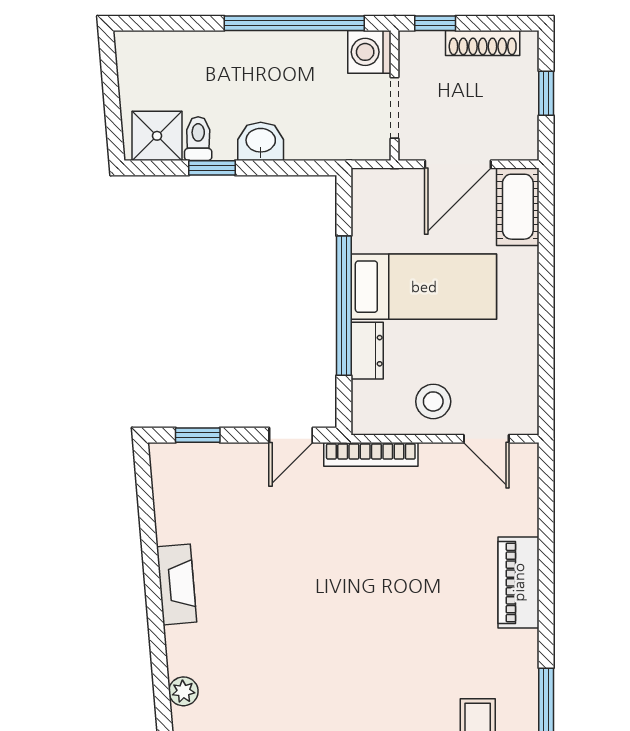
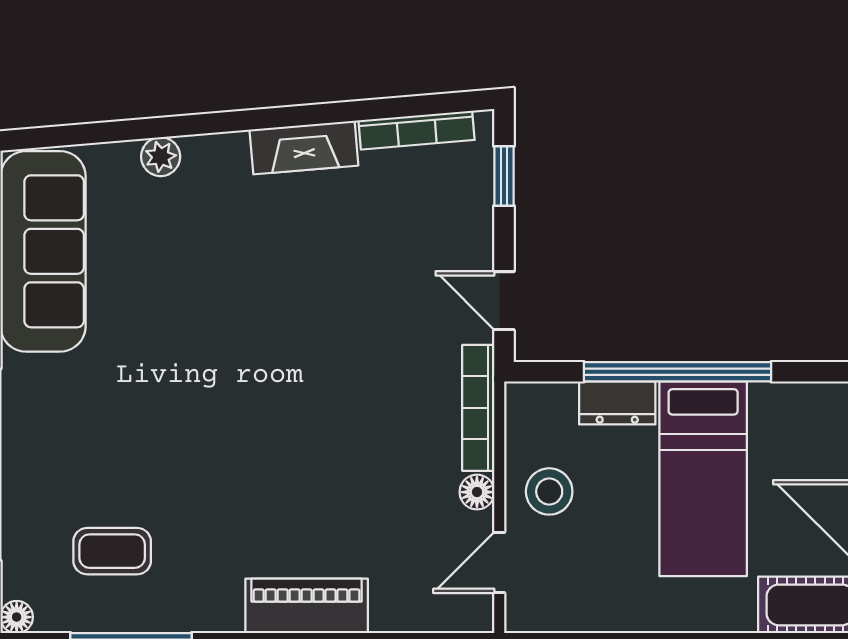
floor lamp: (434, 455) -> (477, 492), added
bookcase: (164, 500) -> (417, 130), added

